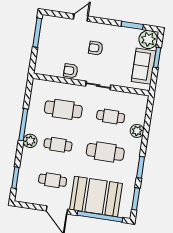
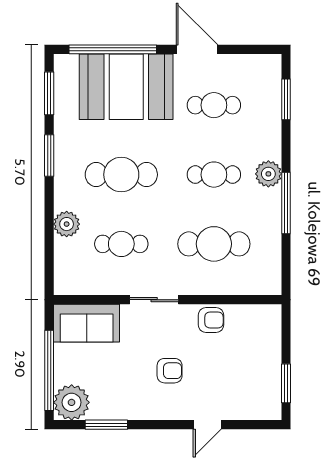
window: (37, 33) -> (286, 383), width x0.69
window: (157, 58) -> (49, 370), width x2.11
sofa: (144, 66) -> (87, 323), moved, turned 90

